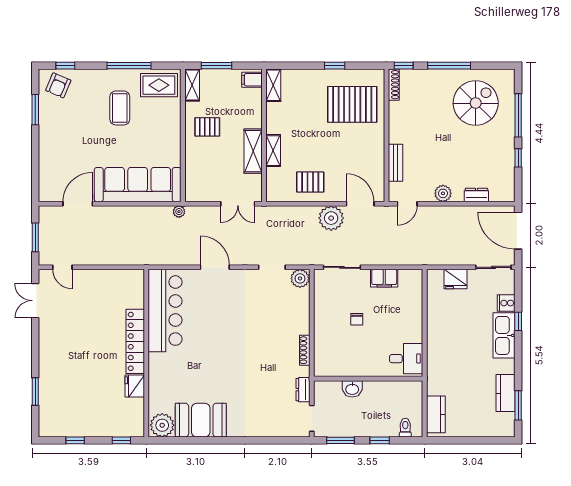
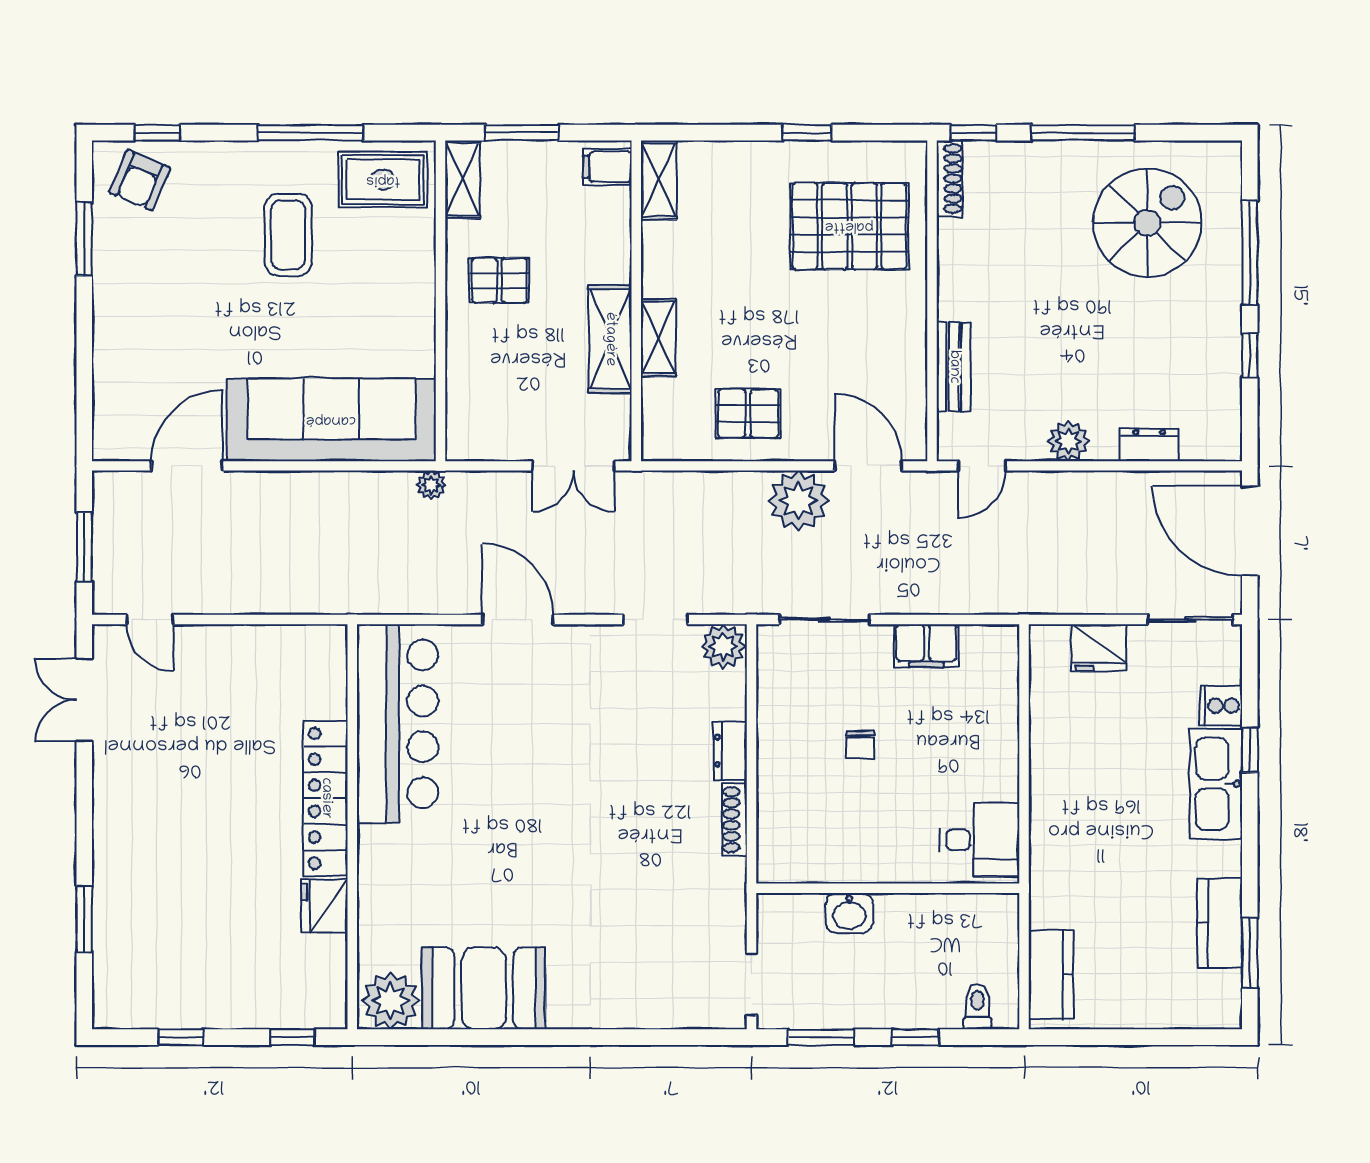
dresser: (303, 390) -> (730, 751), moved

